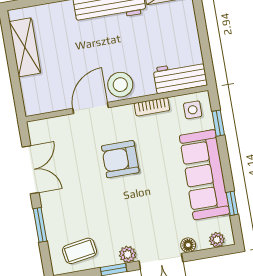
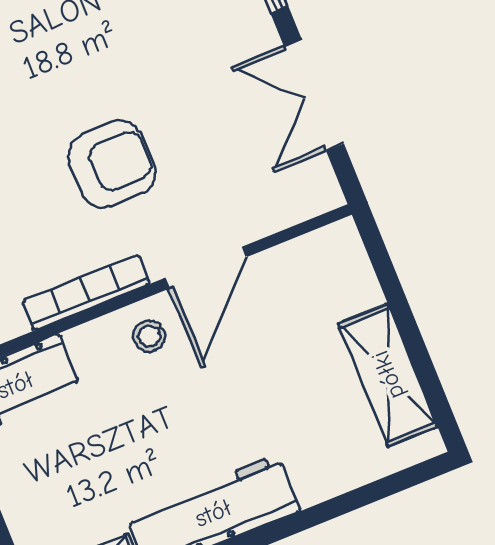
stool: (120, 85) -> (149, 336), width x0.53, depth x0.53
bookcase: (152, 107) -> (86, 292), width x1.56

